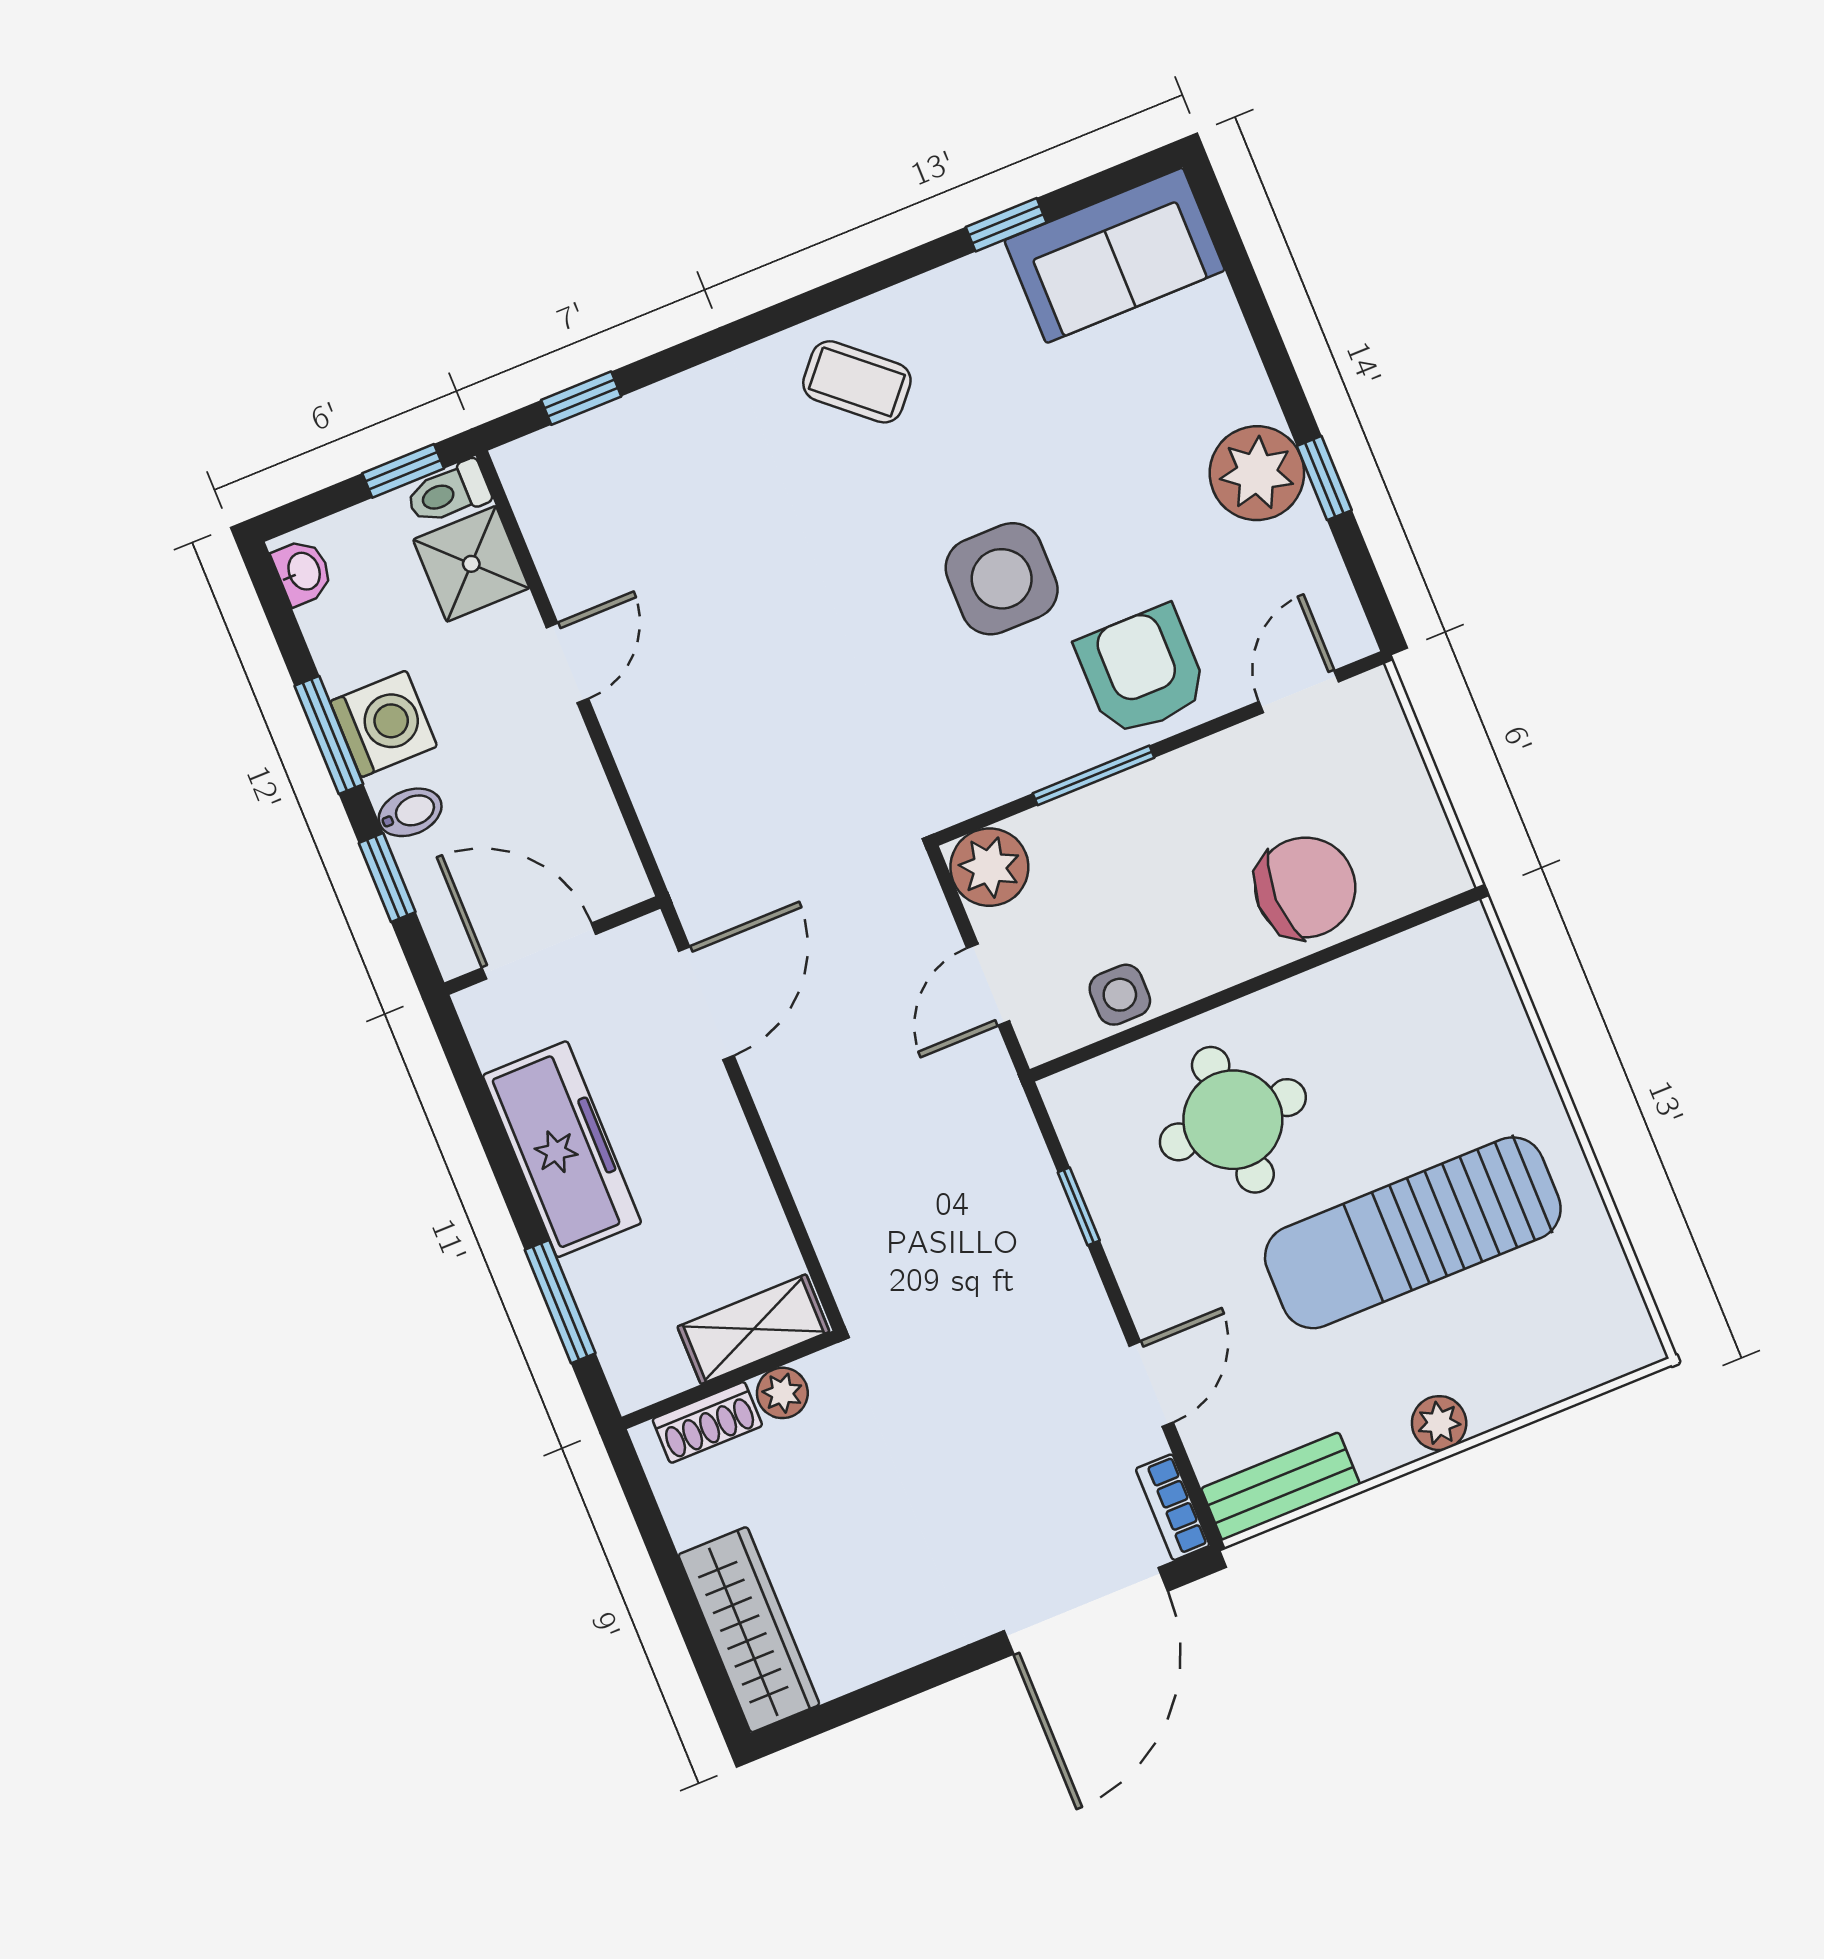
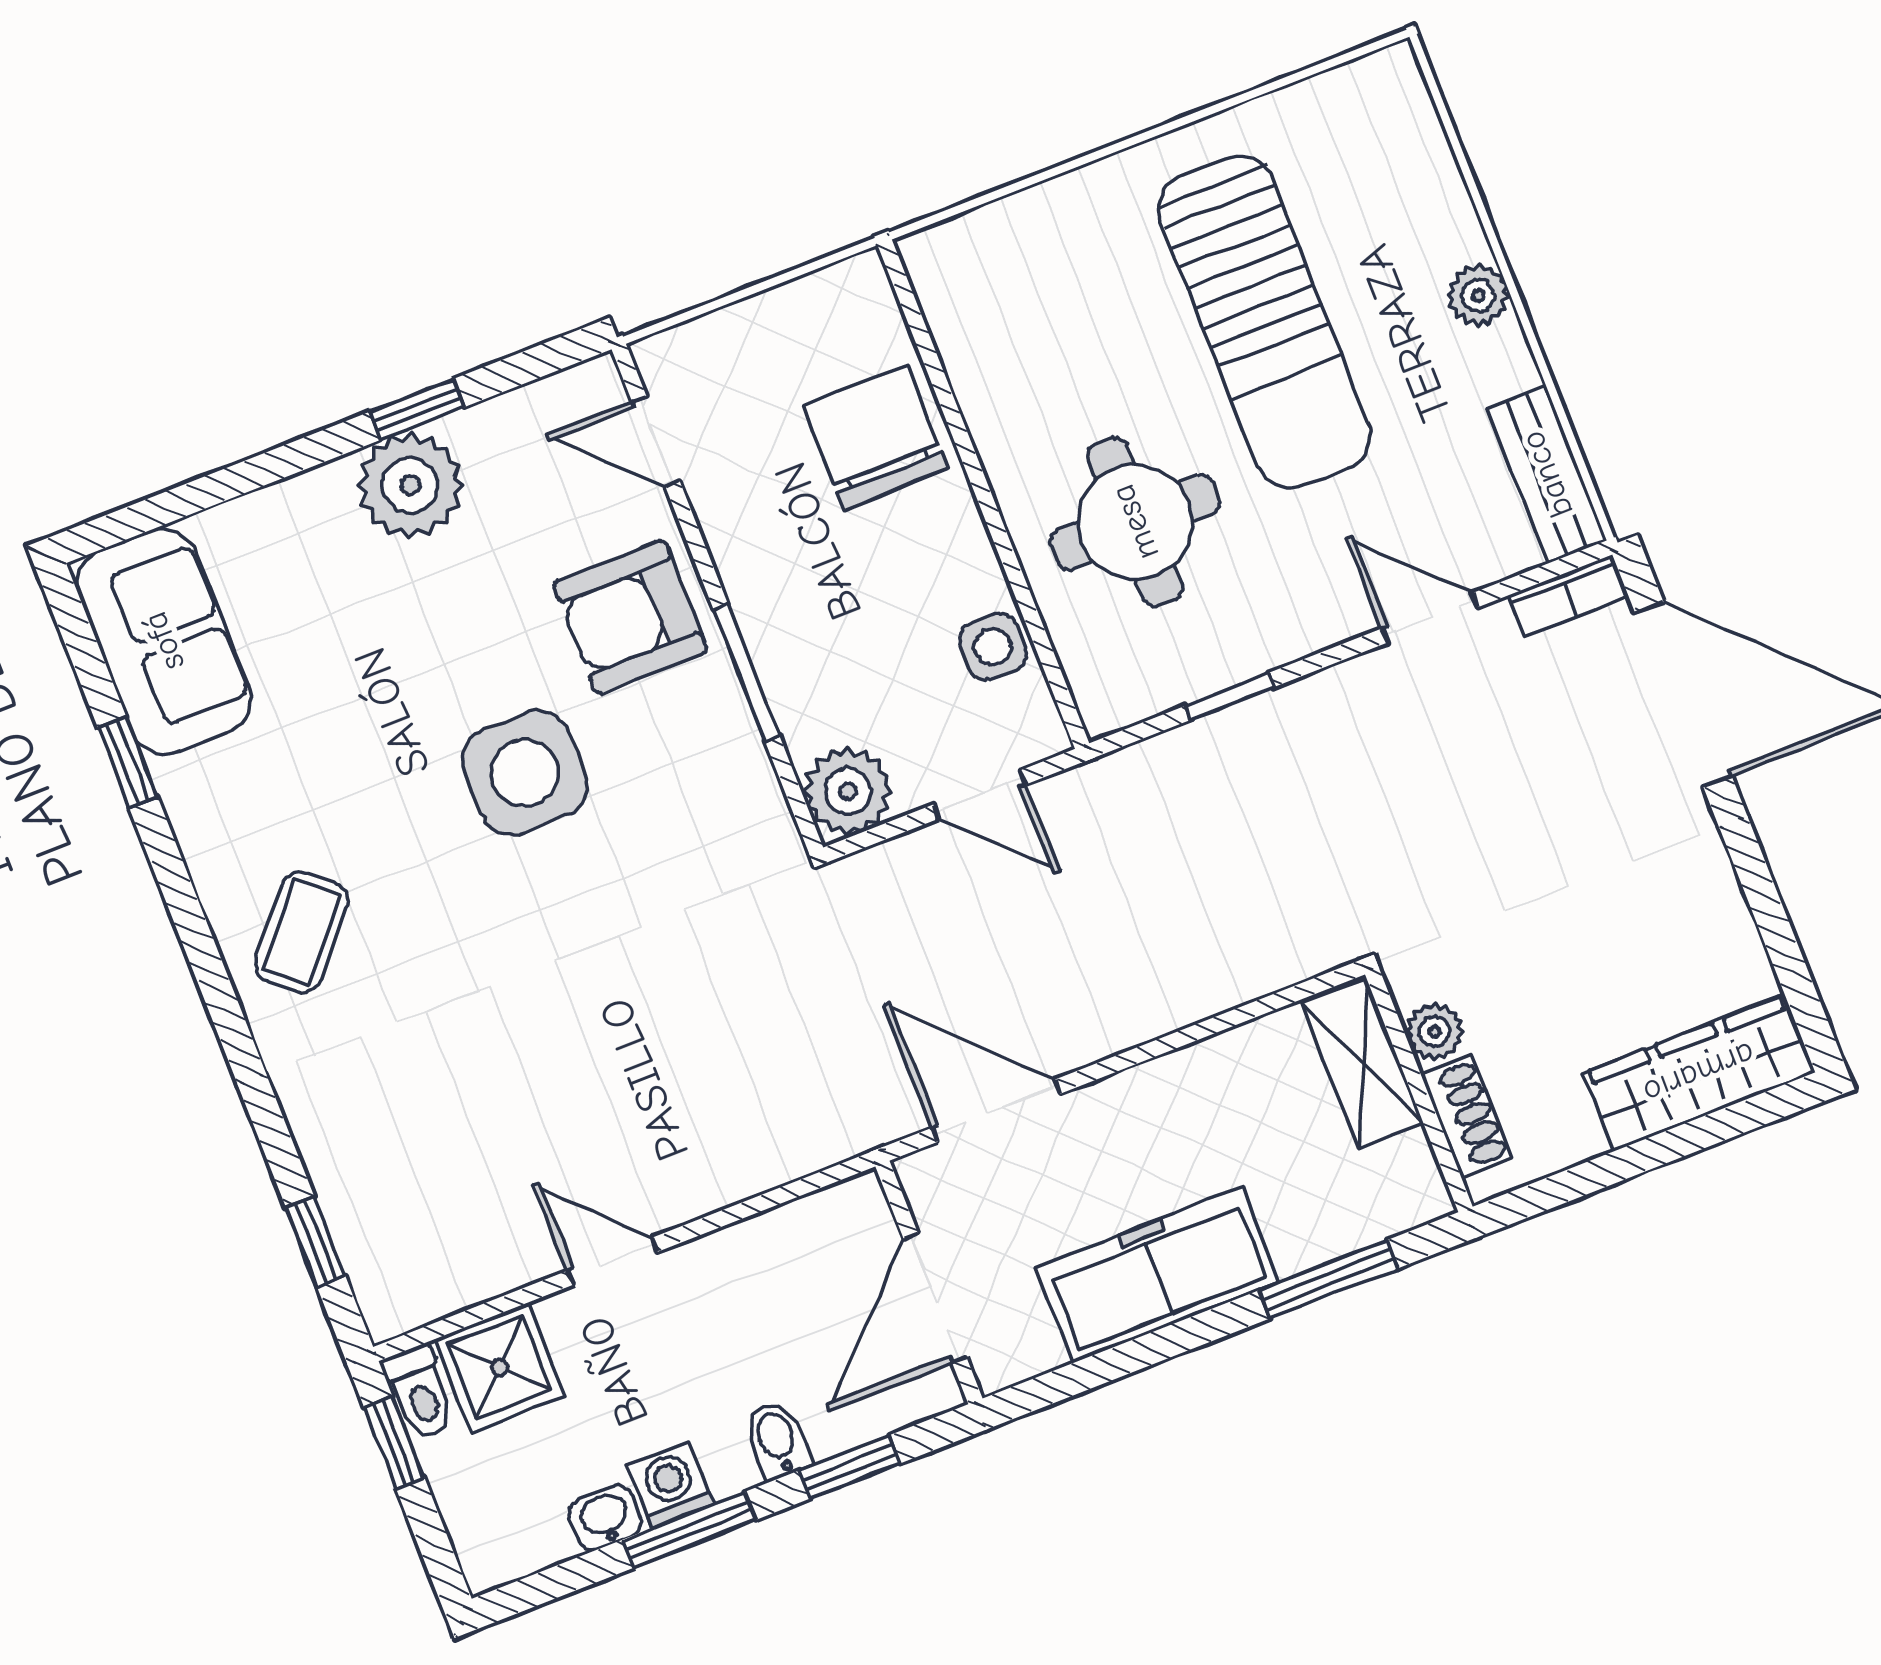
washbasin: (303, 572) -> (605, 1518), moved
washing machine: (384, 724) -> (671, 1485), width x0.73, depth x0.73

